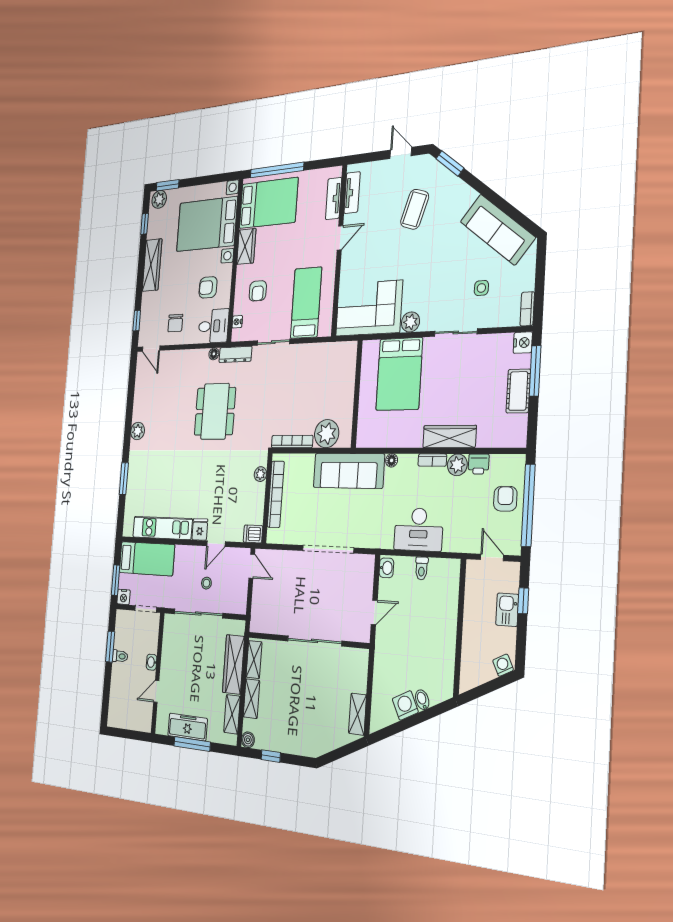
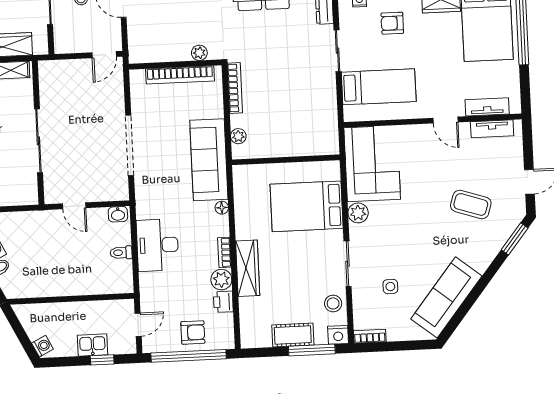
stool: (492, 348) -> (333, 303), added
plant: (327, 434) -> (238, 136), width x0.53, depth x0.53
dishwasher: (253, 534) -> (137, 52), removed

